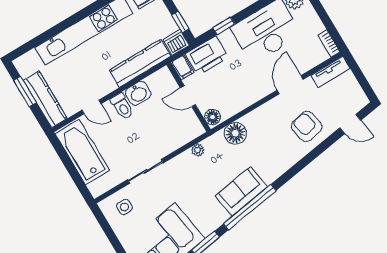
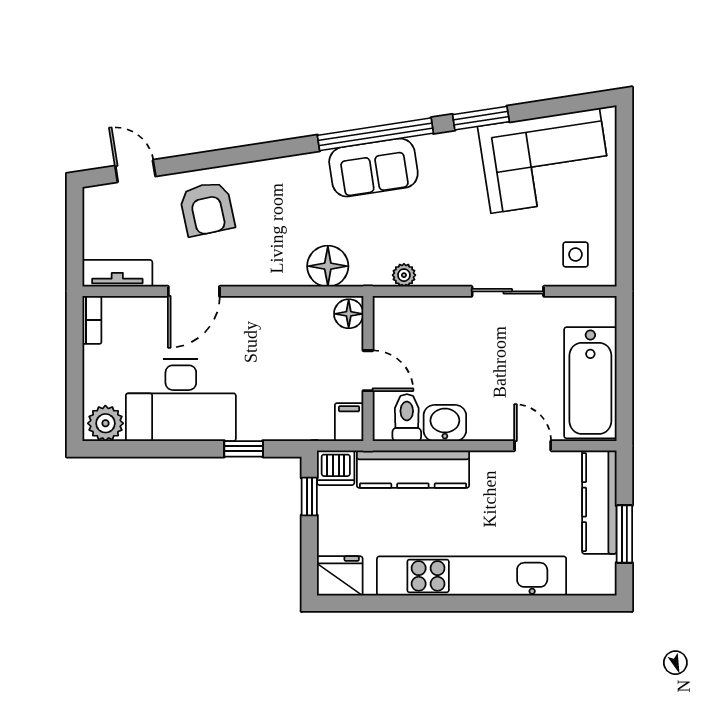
printer: (207, 56) -> (299, 417), removed
toilet: (122, 106) -> (407, 418), moved

